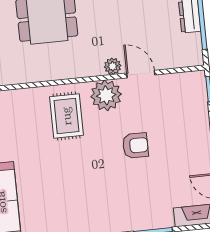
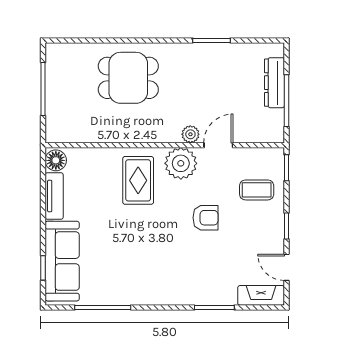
door: (141, 74) -> (218, 145), hinge flipped
coffee table: (182, 114) -> (257, 190), added

